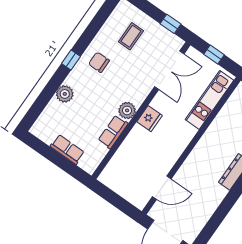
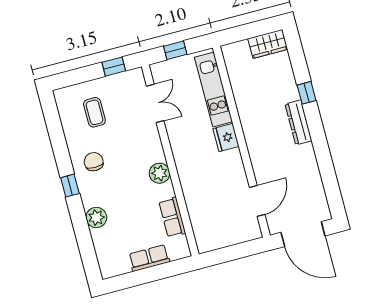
chair: (99, 62) -> (94, 162), turned 90
double door: (169, 70) -> (155, 103), width x0.73
fridge: (149, 119) -> (226, 138), moved, turned 180
row of seats: (113, 132) -> (172, 217), moved

